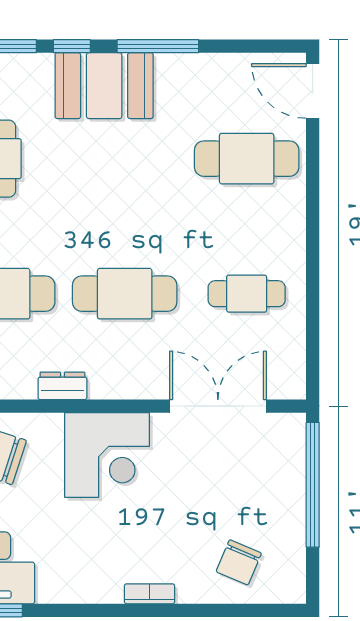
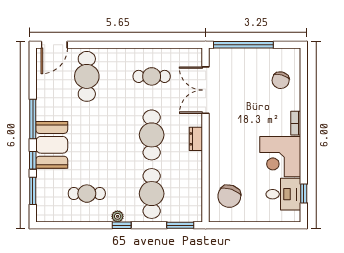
cafe table: (247, 294) -> (152, 76), turned 90
dresser: (62, 386) -> (196, 139), moved
corner desk: (107, 455) -> (280, 157), moved, turned 180
chair: (239, 562) -> (281, 80), turned 83

